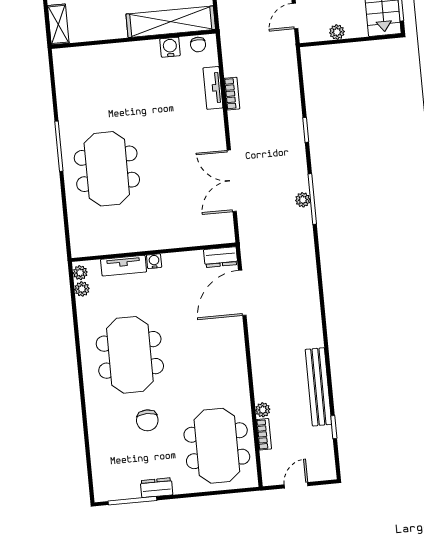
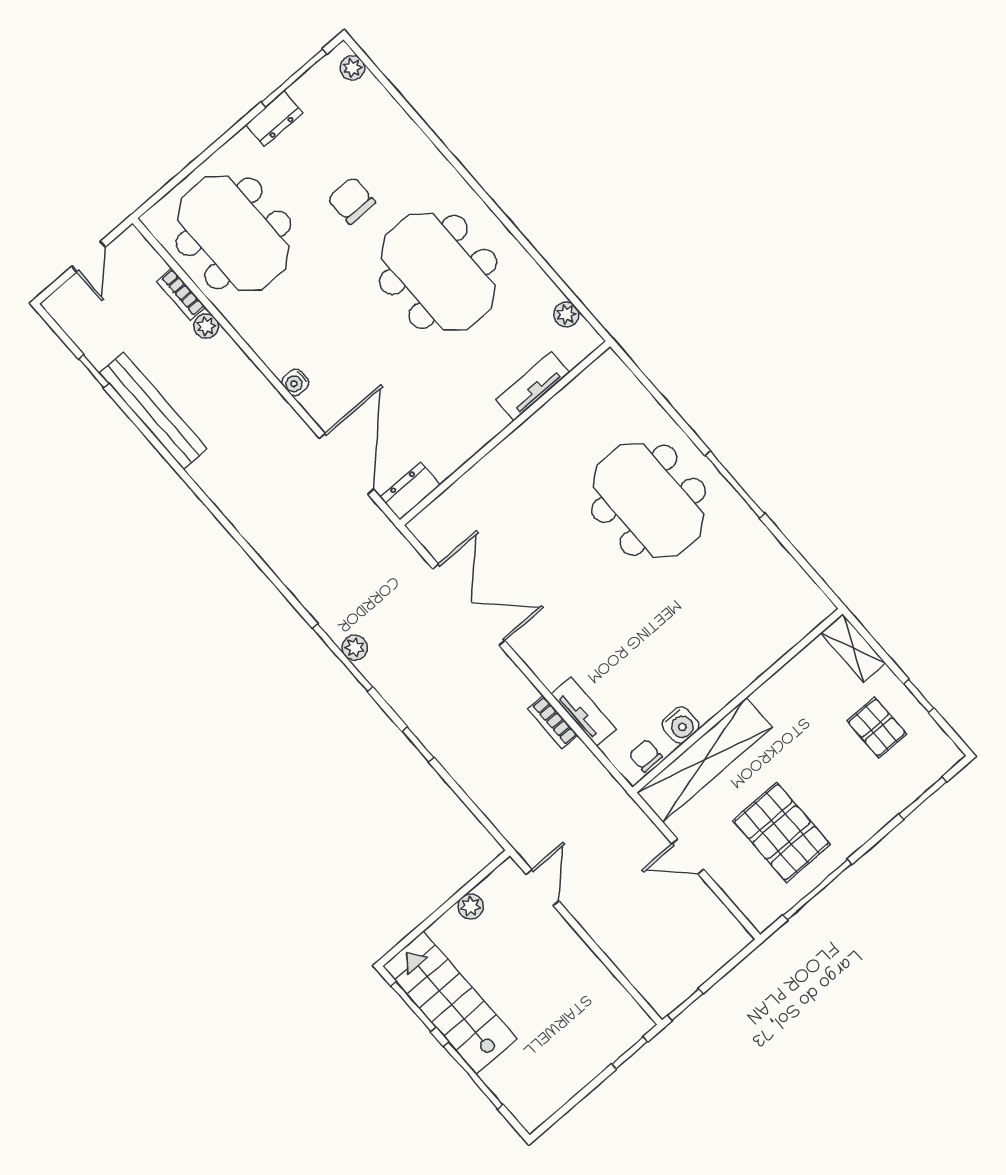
water cooler: (154, 261) -> (295, 383), moved, turned 90
plant: (80, 273) -> (352, 68), moved

